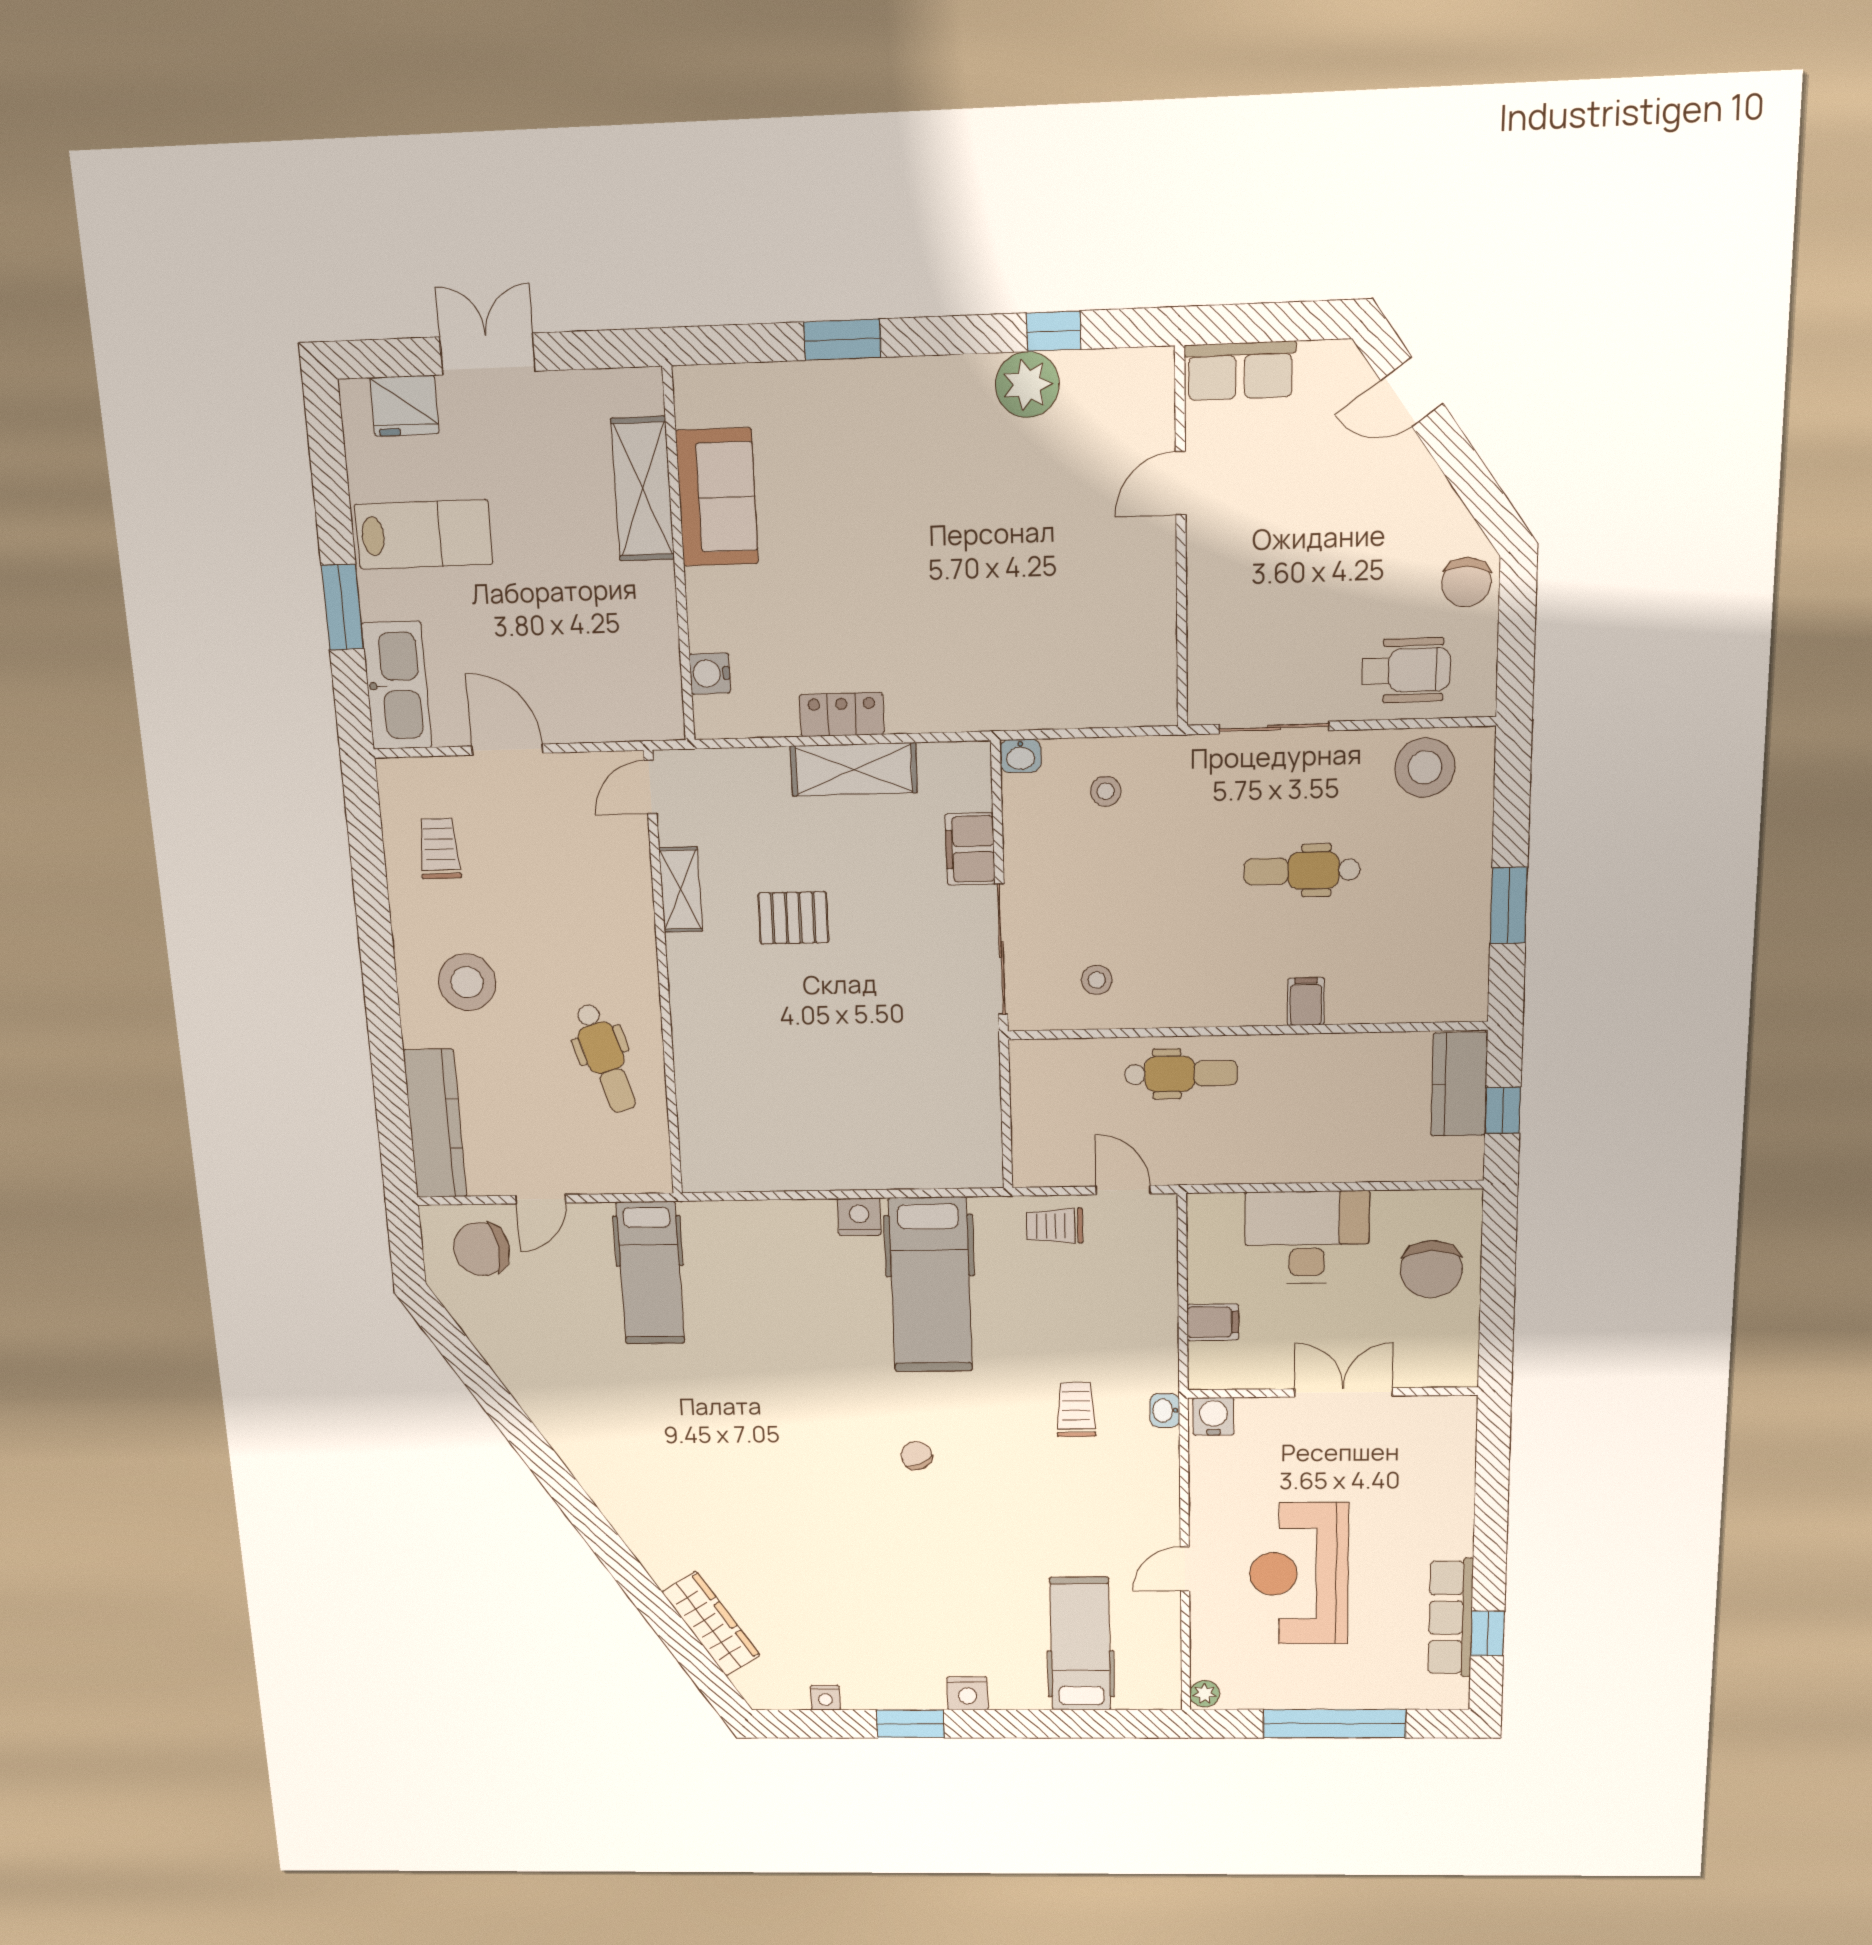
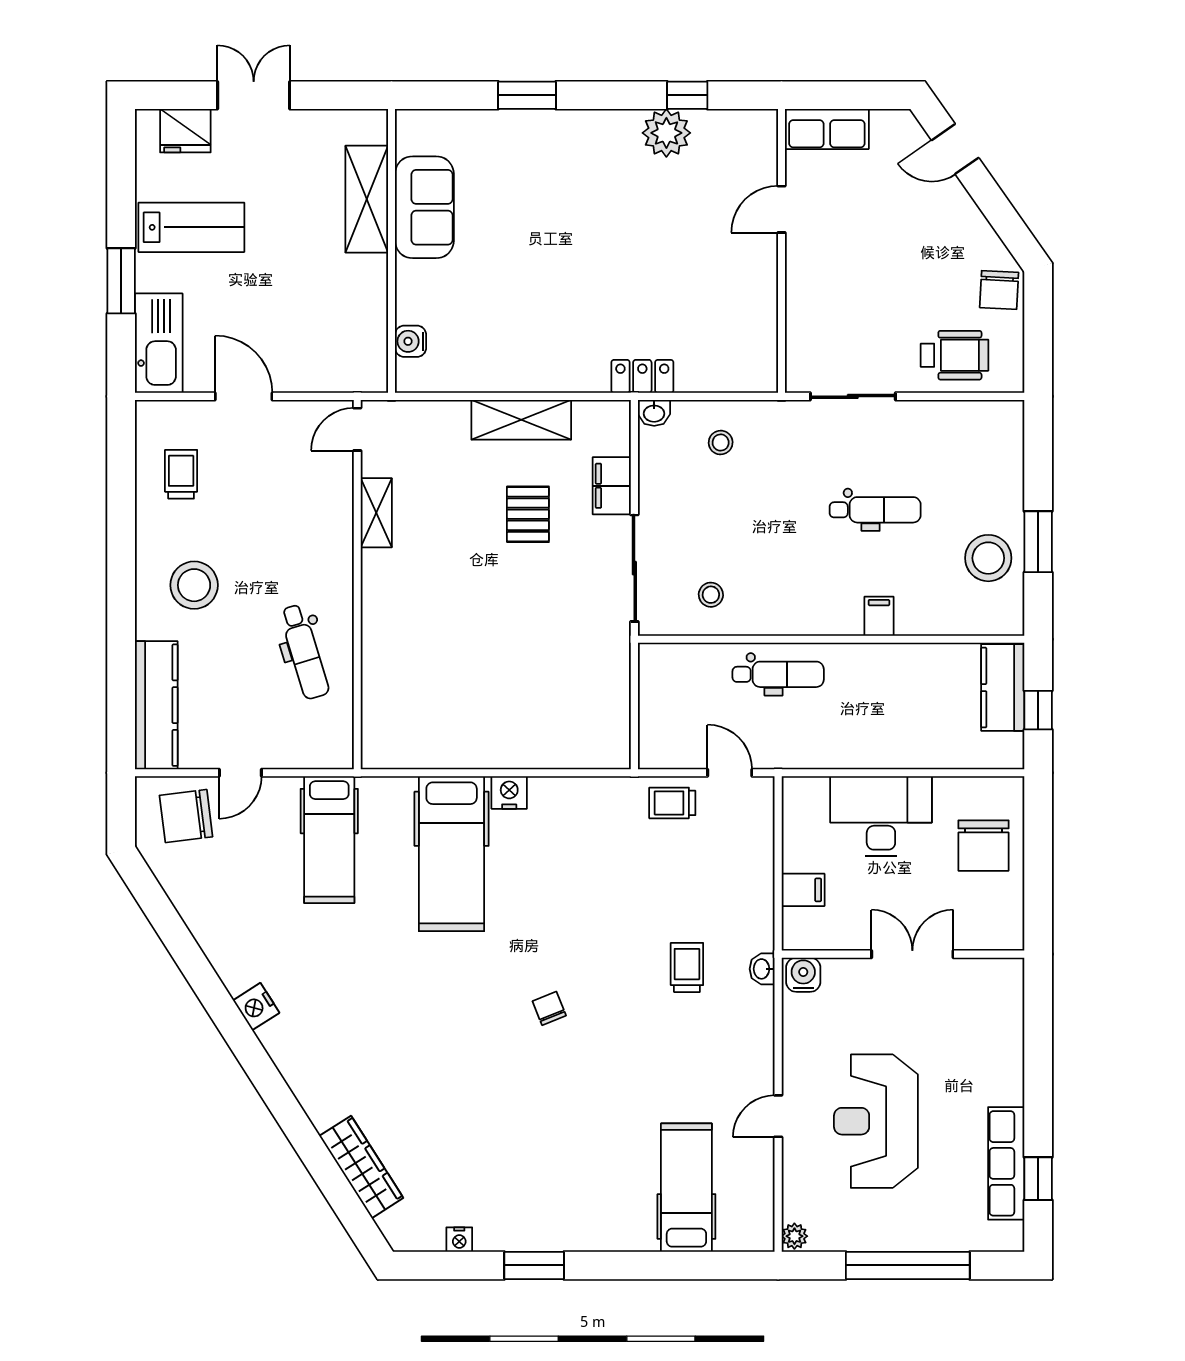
locker: (842, 714) -> (642, 376), moved
stool: (1425, 767) -> (988, 558), moved
dental chair: (1302, 871) -> (875, 510), turned 180
pallet: (793, 918) -> (528, 514), moved, turned 90
hospital bed: (931, 1285) -> (452, 854), moved
nightstand: (967, 1693) -> (256, 1007), moved, turned 58

